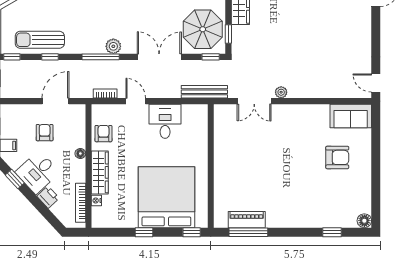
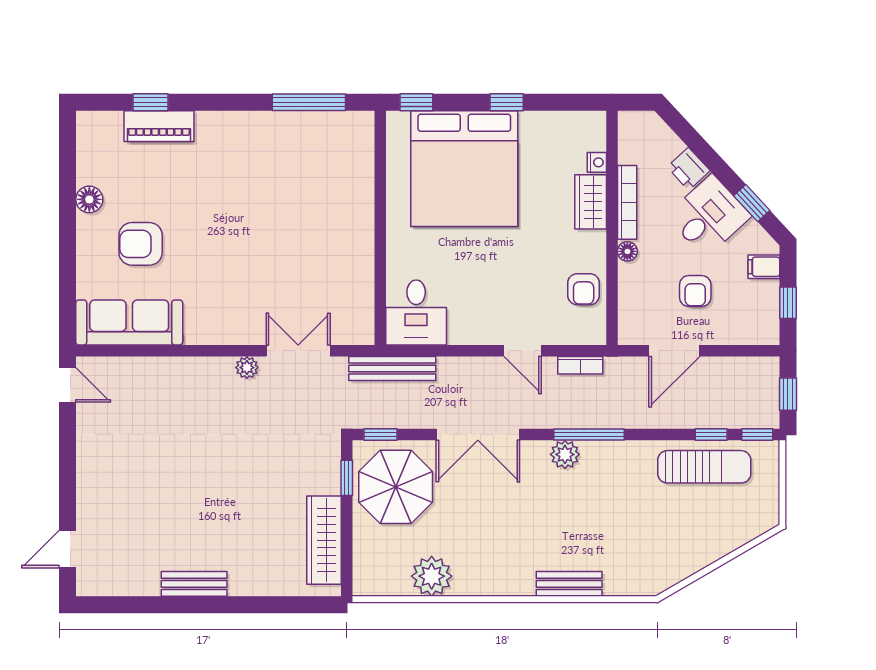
window: (50, 57) -> (711, 434), moved
sofa: (351, 116) -> (129, 322), width x1.36
desk: (165, 121) -> (416, 312), moved
wardrobe: (100, 172) -> (591, 202), width x0.67
bookcase: (81, 203) -> (627, 202), moved
piano: (247, 220) -> (159, 126), moved
floor lamp: (364, 221) -> (89, 199), moved

